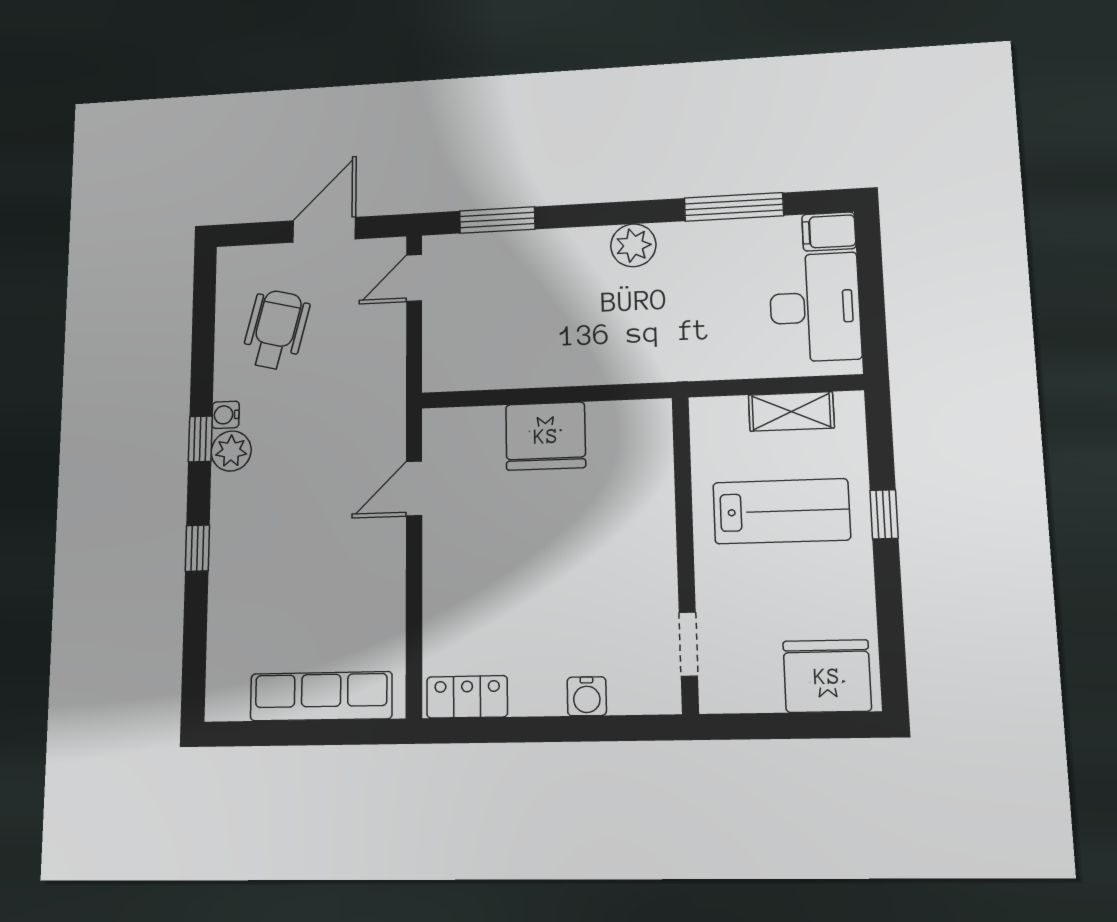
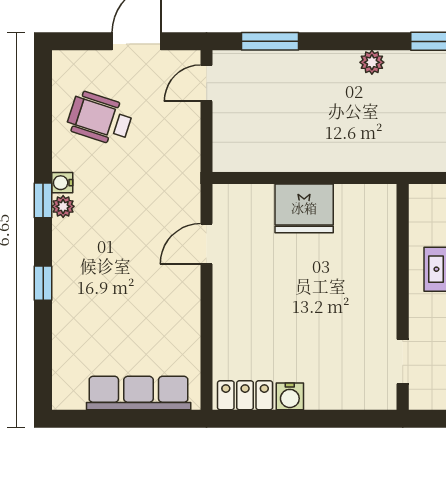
plant: (633, 245) -> (372, 62), width x0.73, depth x0.73
wheelchair: (276, 330) -> (100, 118), turned -86
plant: (231, 451) -> (63, 206), width x0.73, depth x0.73
water cooler: (587, 696) -> (290, 396), moved

